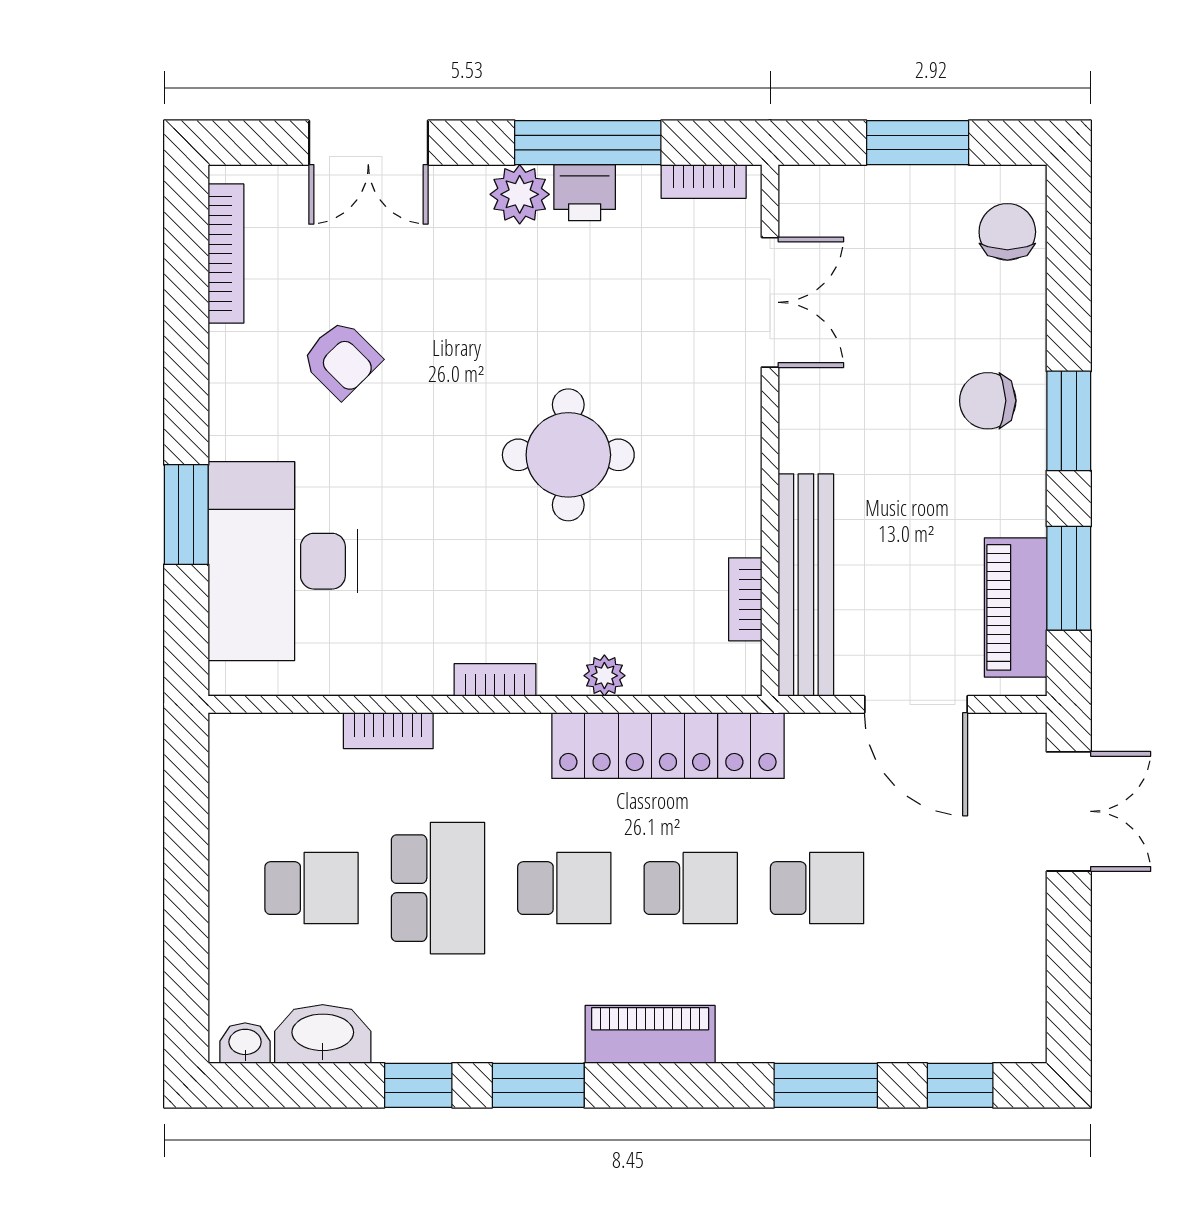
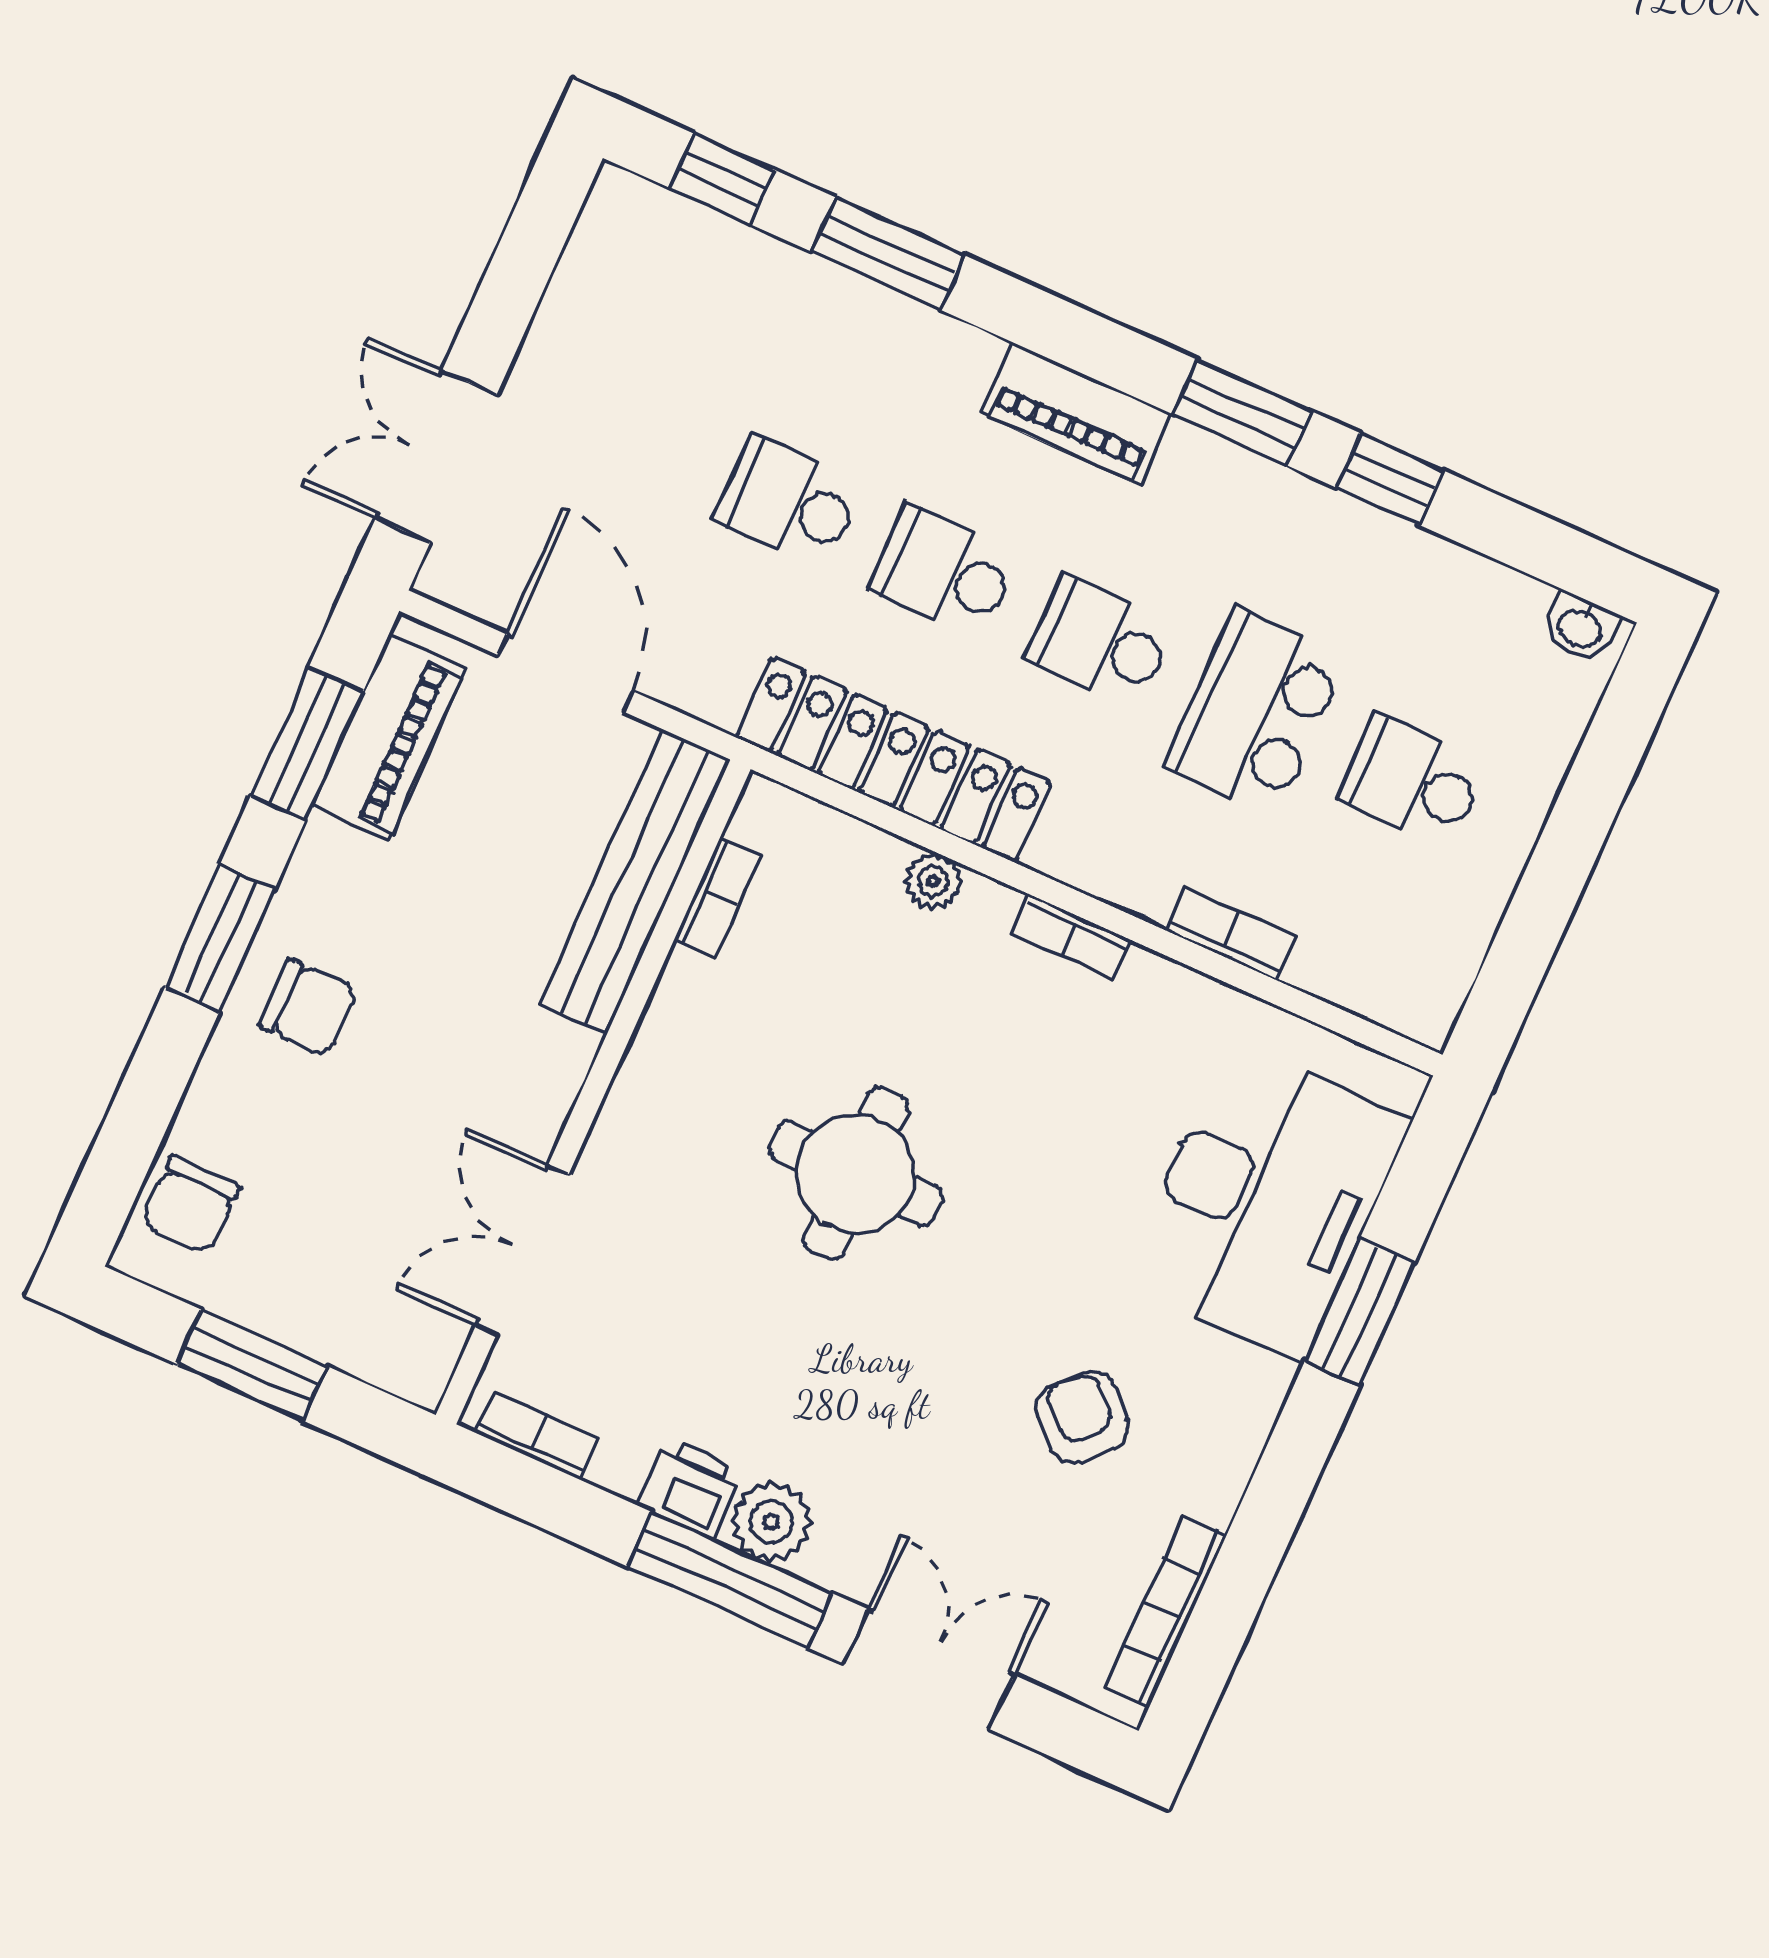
window: (588, 143) -> (730, 1580), moved
washbasin: (323, 1034) -> (1479, 595), removed

